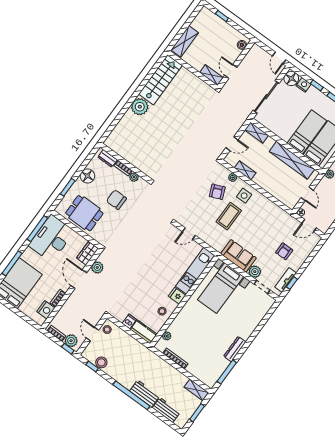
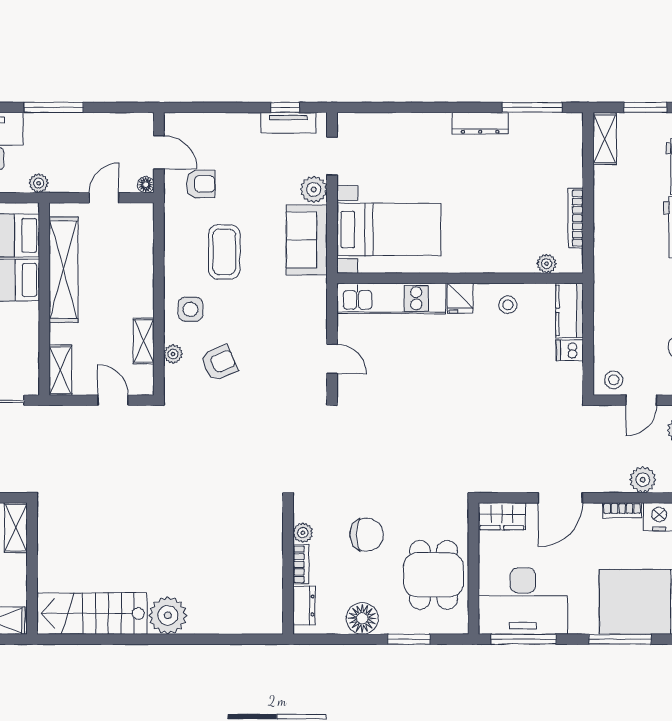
chair: (116, 200) -> (367, 535), turned -90
coffee table: (229, 216) -> (224, 252), moved, turned 90
armchair: (284, 251) -> (201, 184), moved
plant: (97, 267) -> (643, 480), moved

